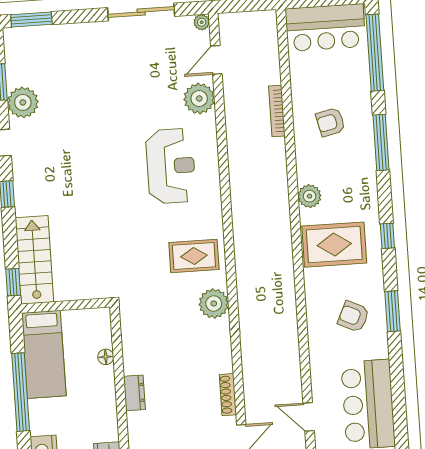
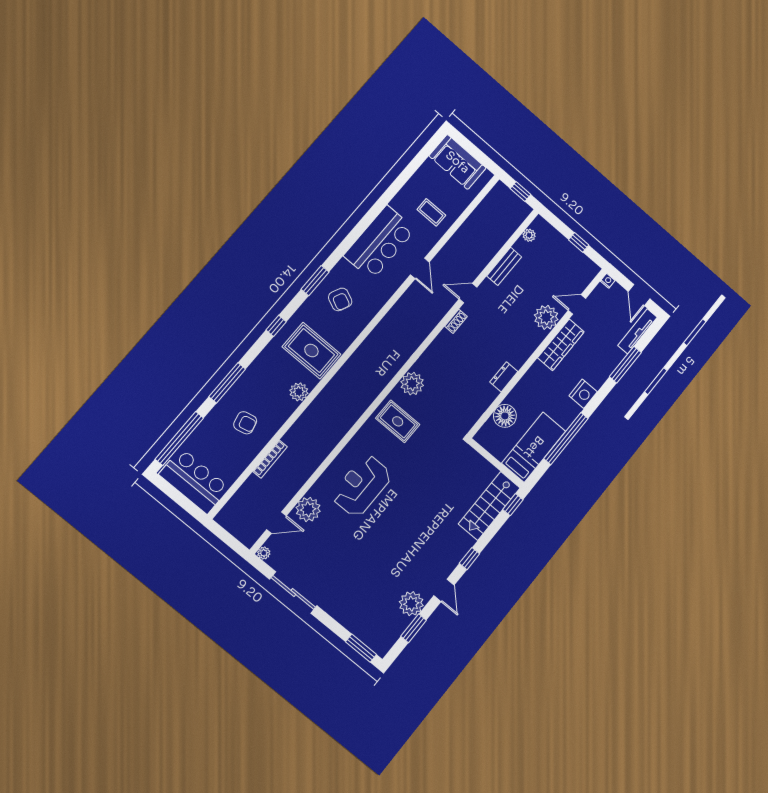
floor lamp: (106, 357) -> (505, 416), width x1.89, depth x1.89
shoe rack: (228, 395) -> (456, 321), width x0.70

